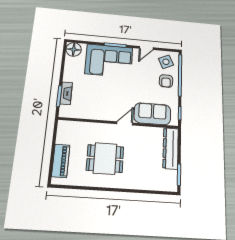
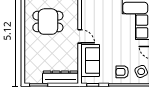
dining table: (105, 159) -> (48, 22), turned 90

